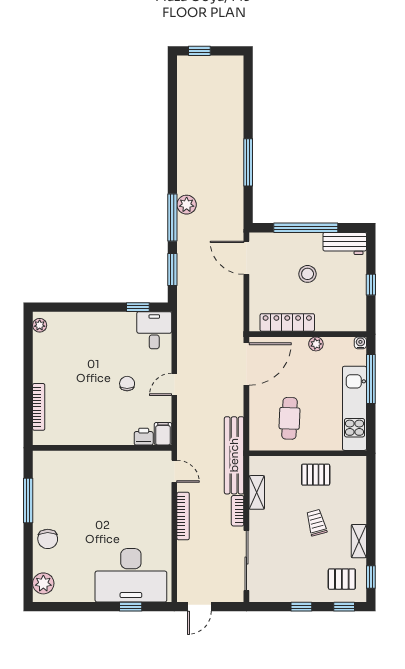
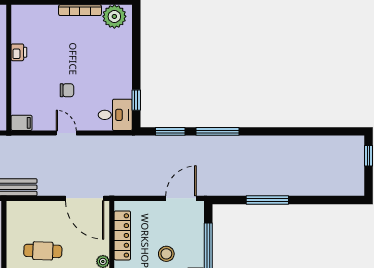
plant: (187, 205) -> (229, 144), removed
plant: (40, 325) -> (114, 16), width x1.87, depth x1.87
bookcase: (39, 407) -> (80, 10), moved
cafe table: (289, 418) -> (43, 251), moved
printer: (144, 437) -> (19, 52), moved

